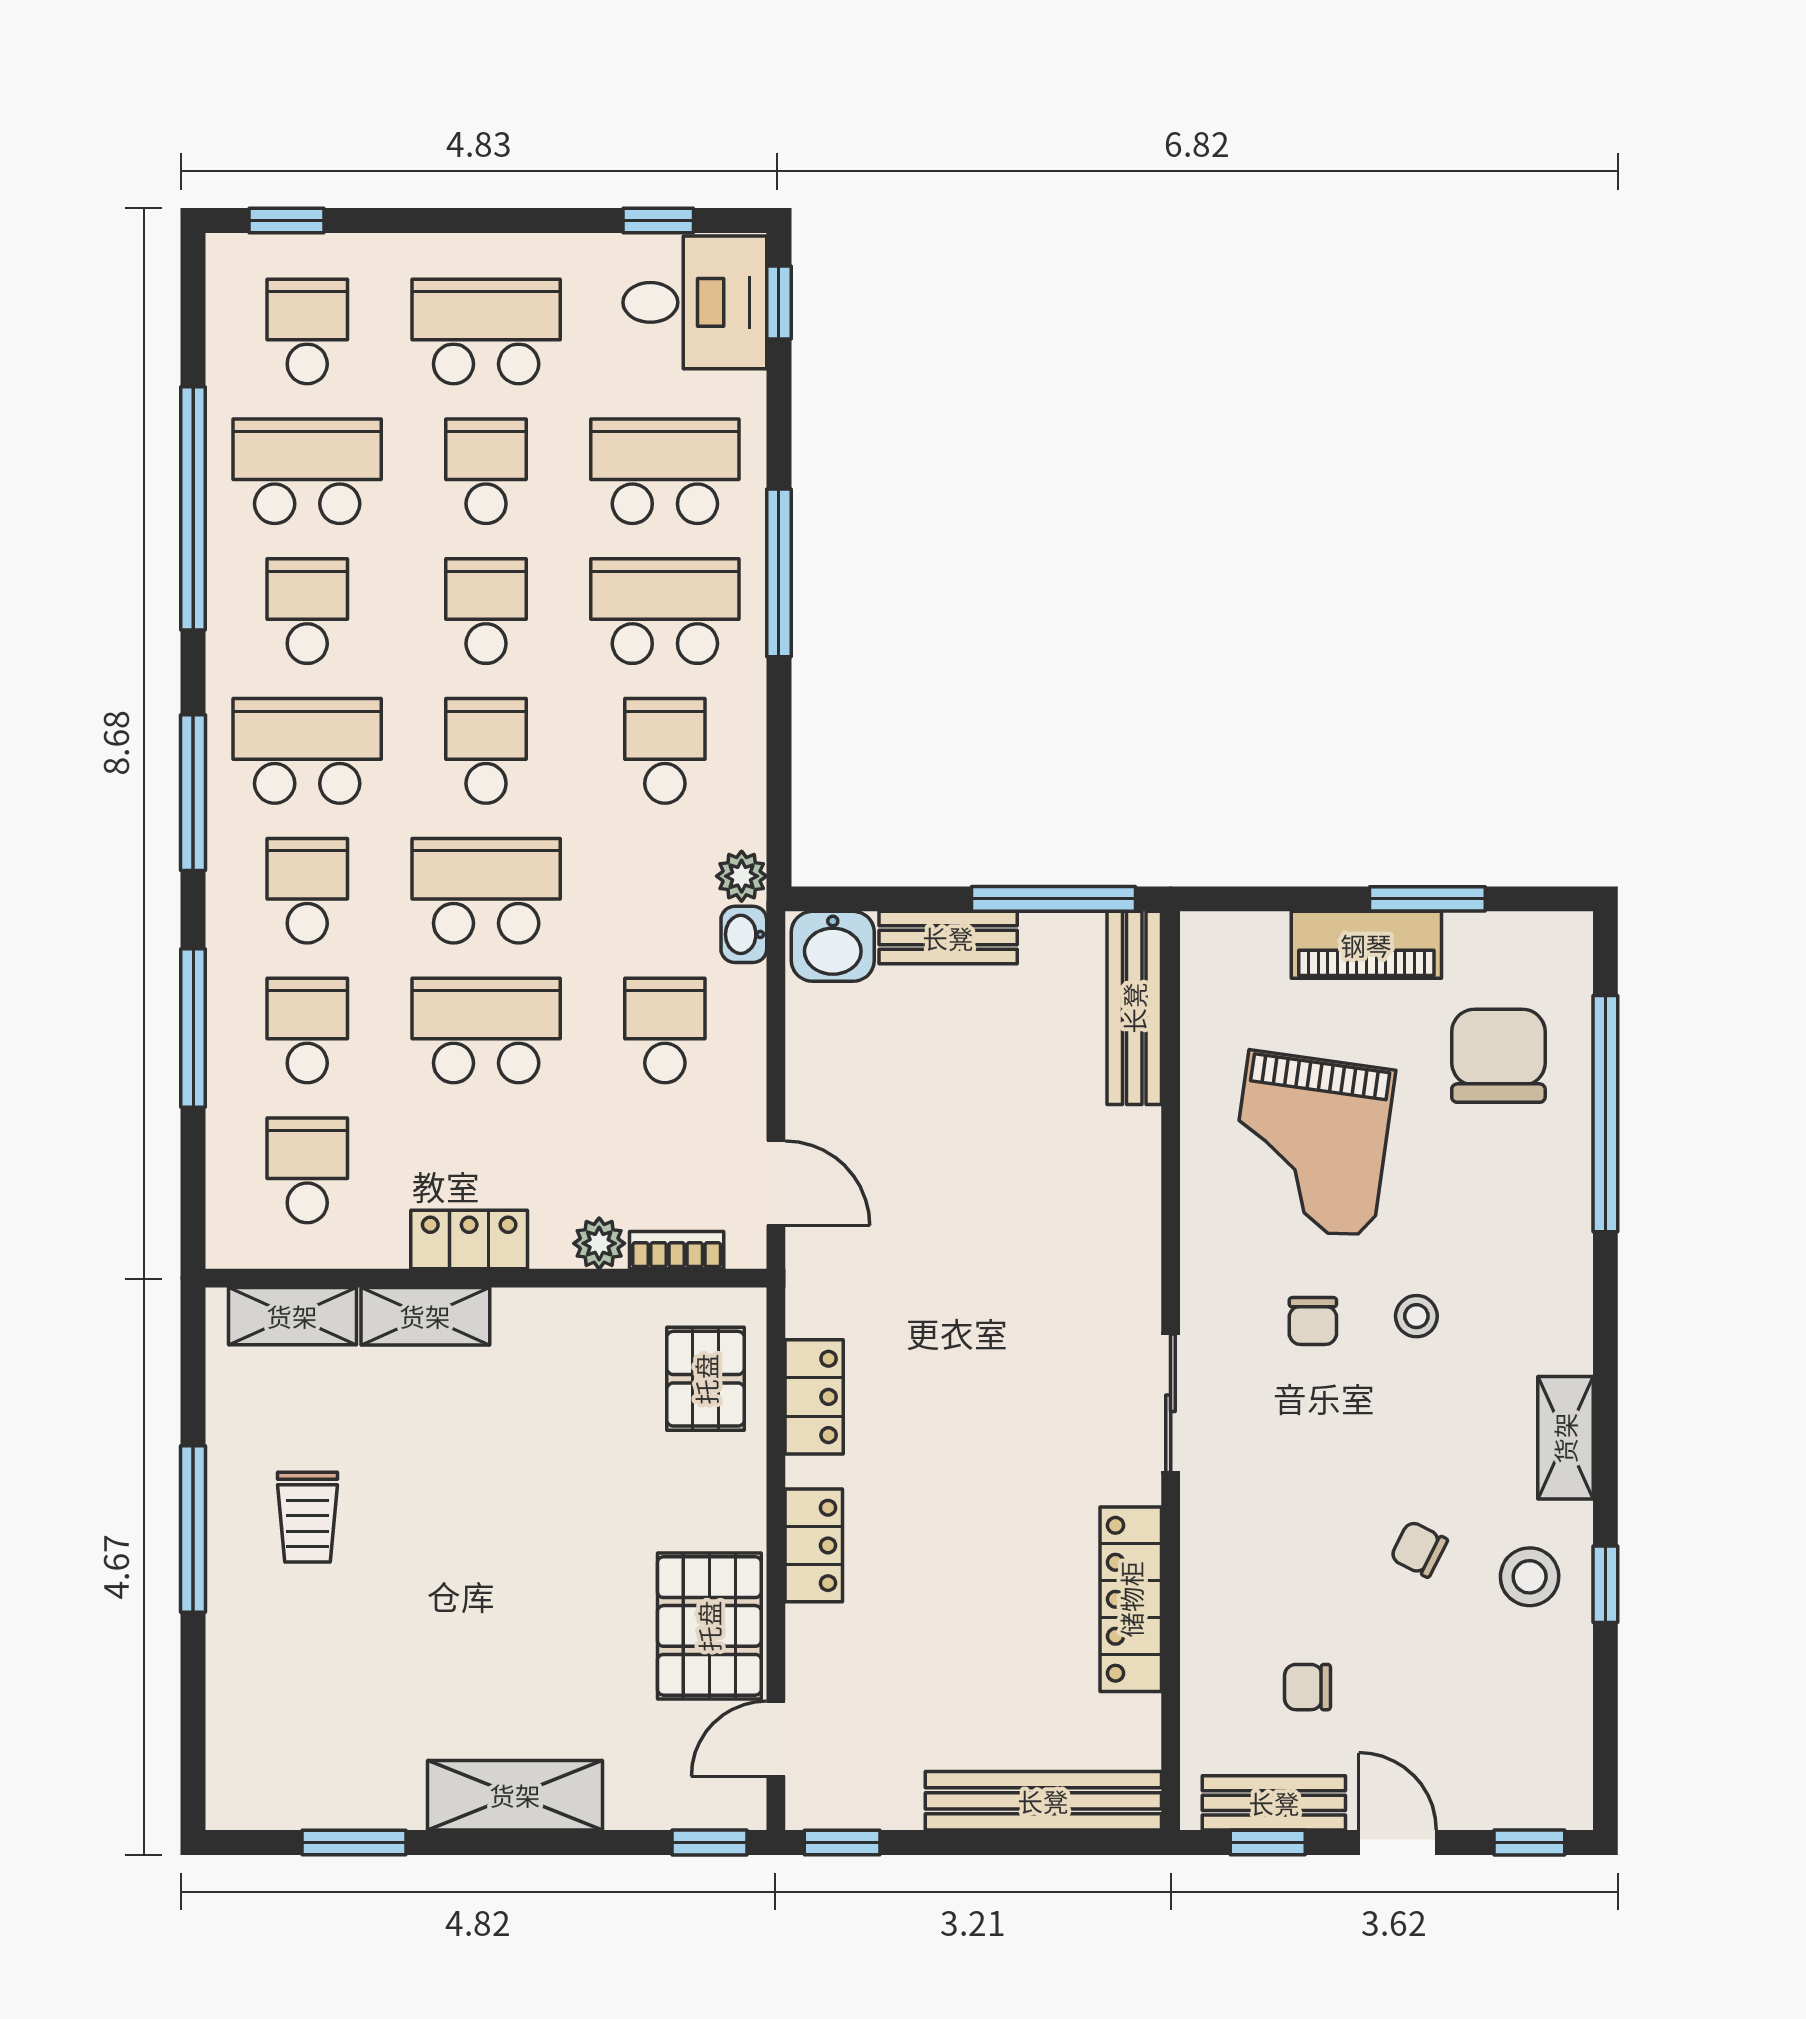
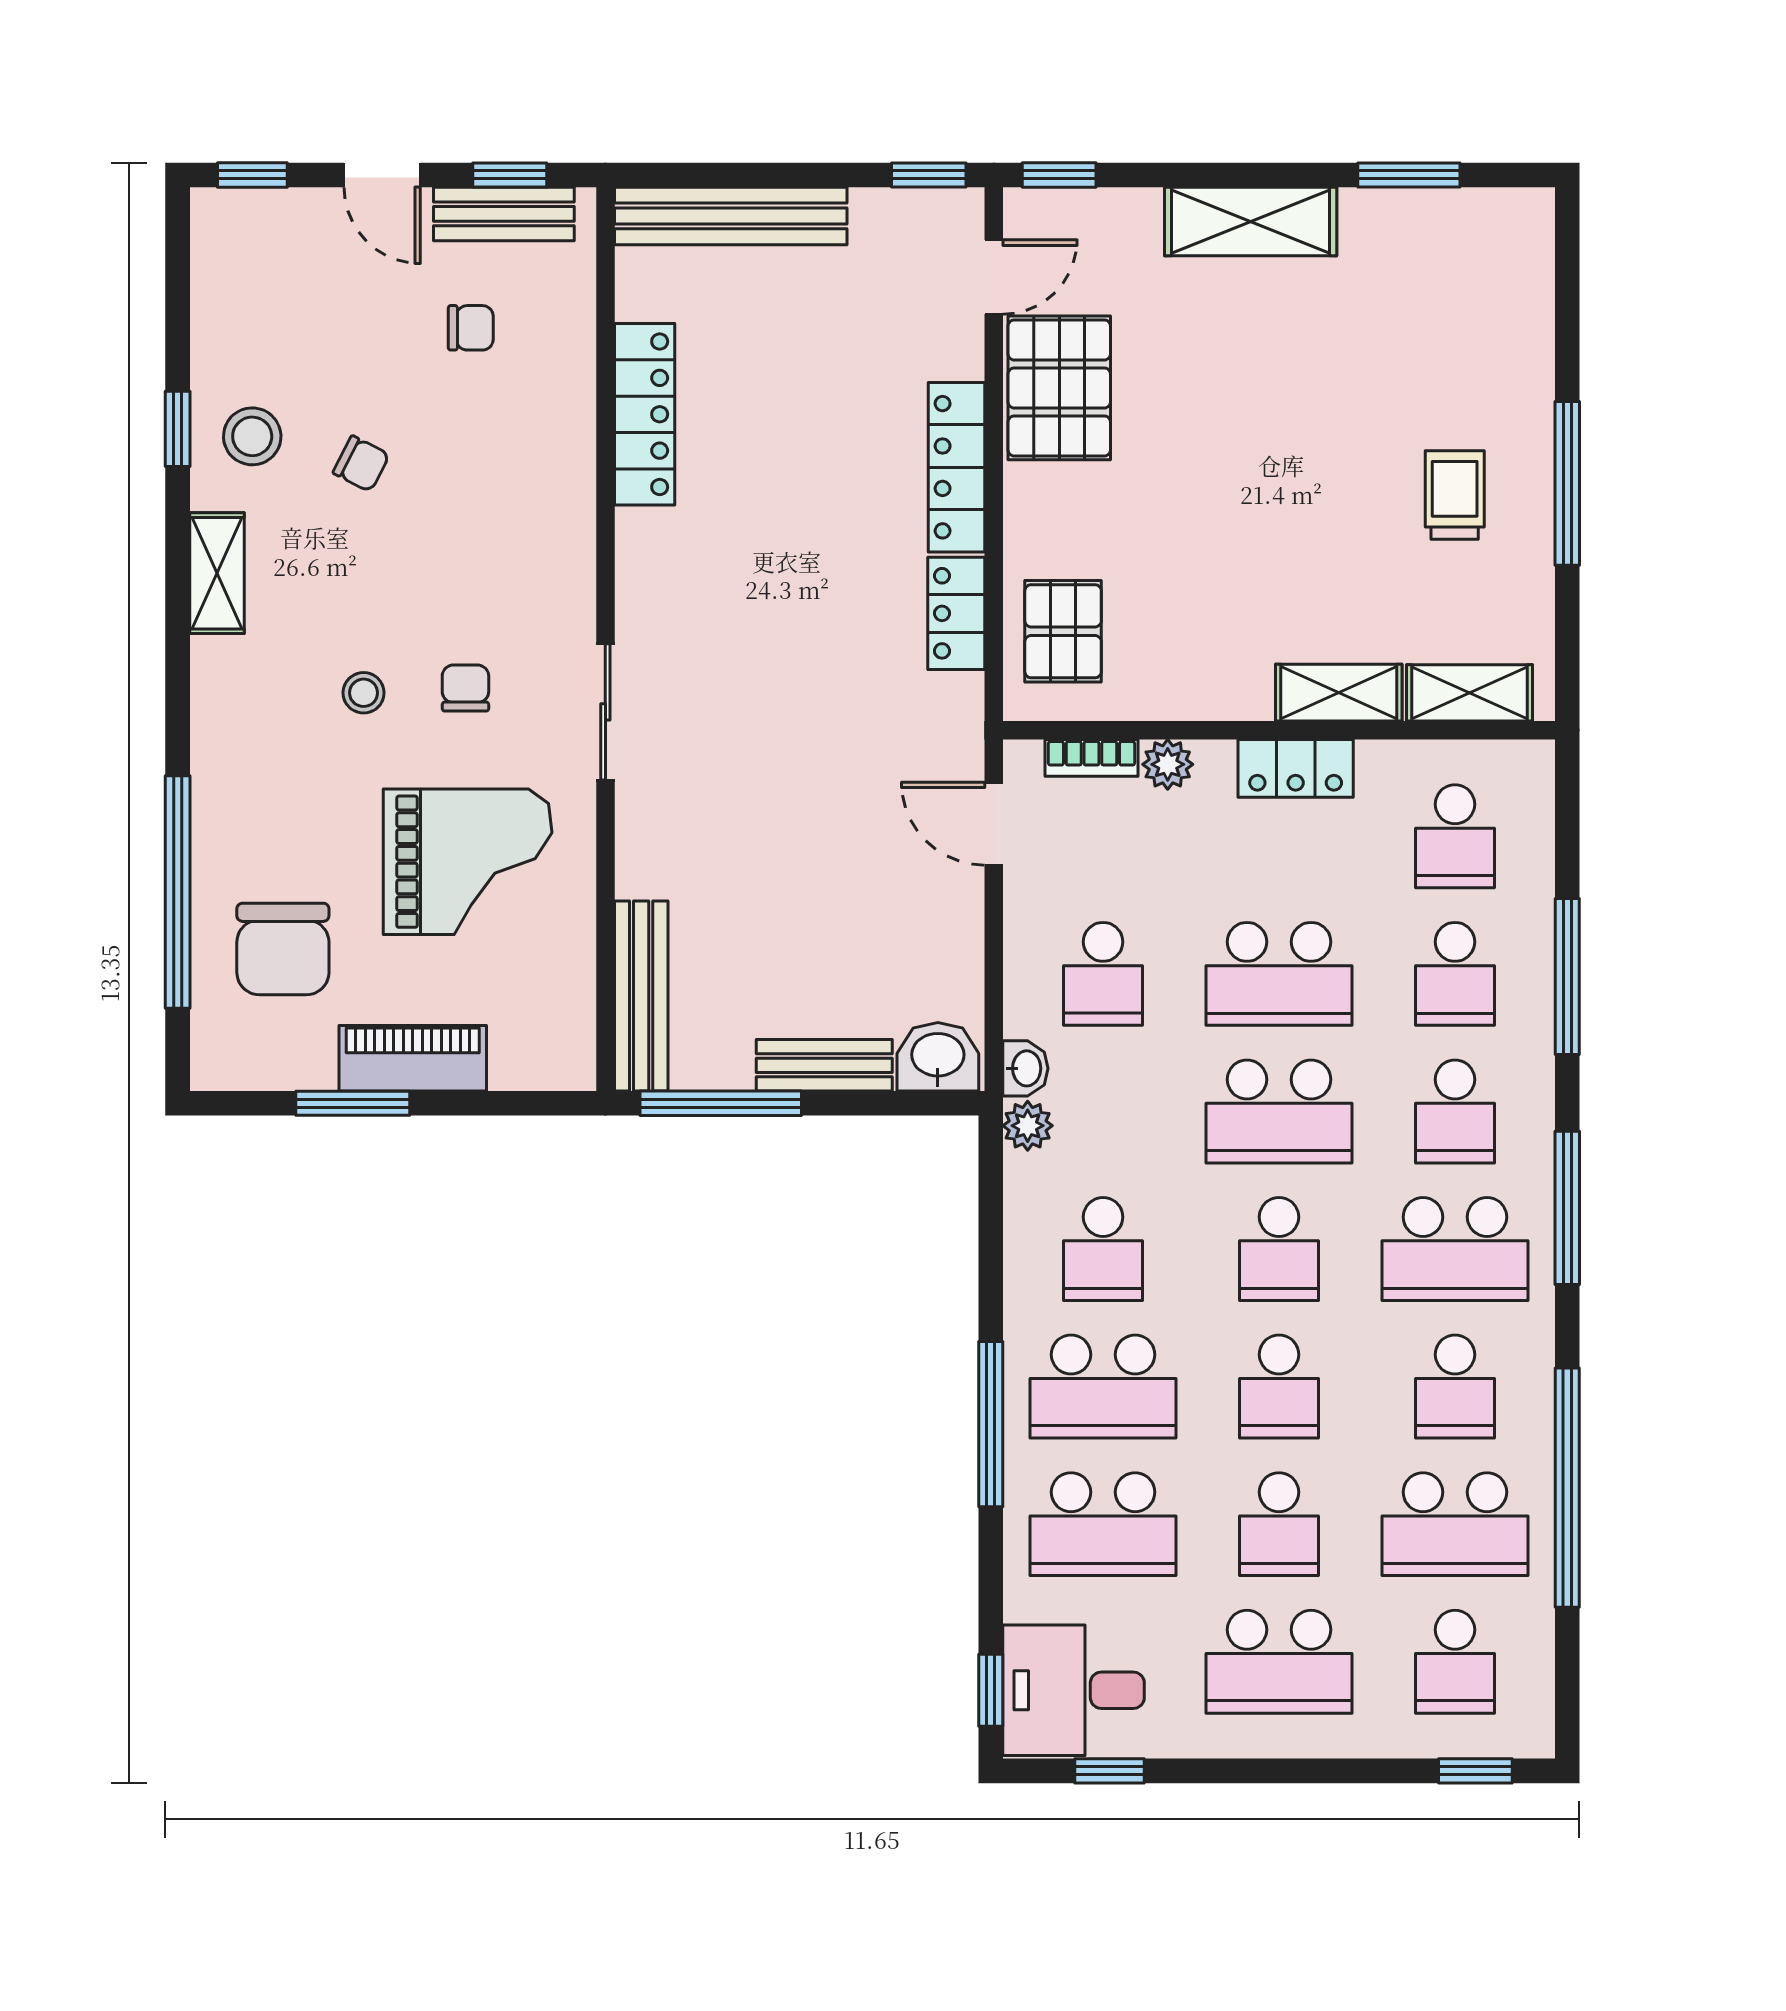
grand piano: (1311, 1145) -> (468, 862), turned 82
sliding door: (1171, 1403) -> (605, 712), moved
locker: (814, 1545) -> (957, 467), width x1.53

